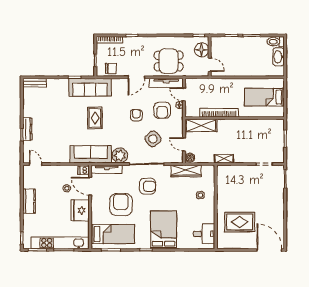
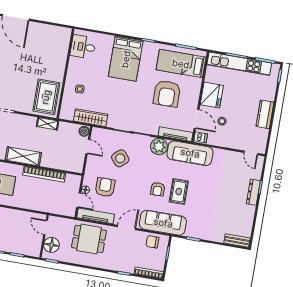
sofa: (90, 87) -> (163, 223), moved
armchair: (136, 115) -> (158, 189), moved
shelving: (201, 125) -> (23, 156), moved
armchair: (147, 186) -> (135, 108), removed
rug: (240, 222) -> (46, 97), moved, turned 90

